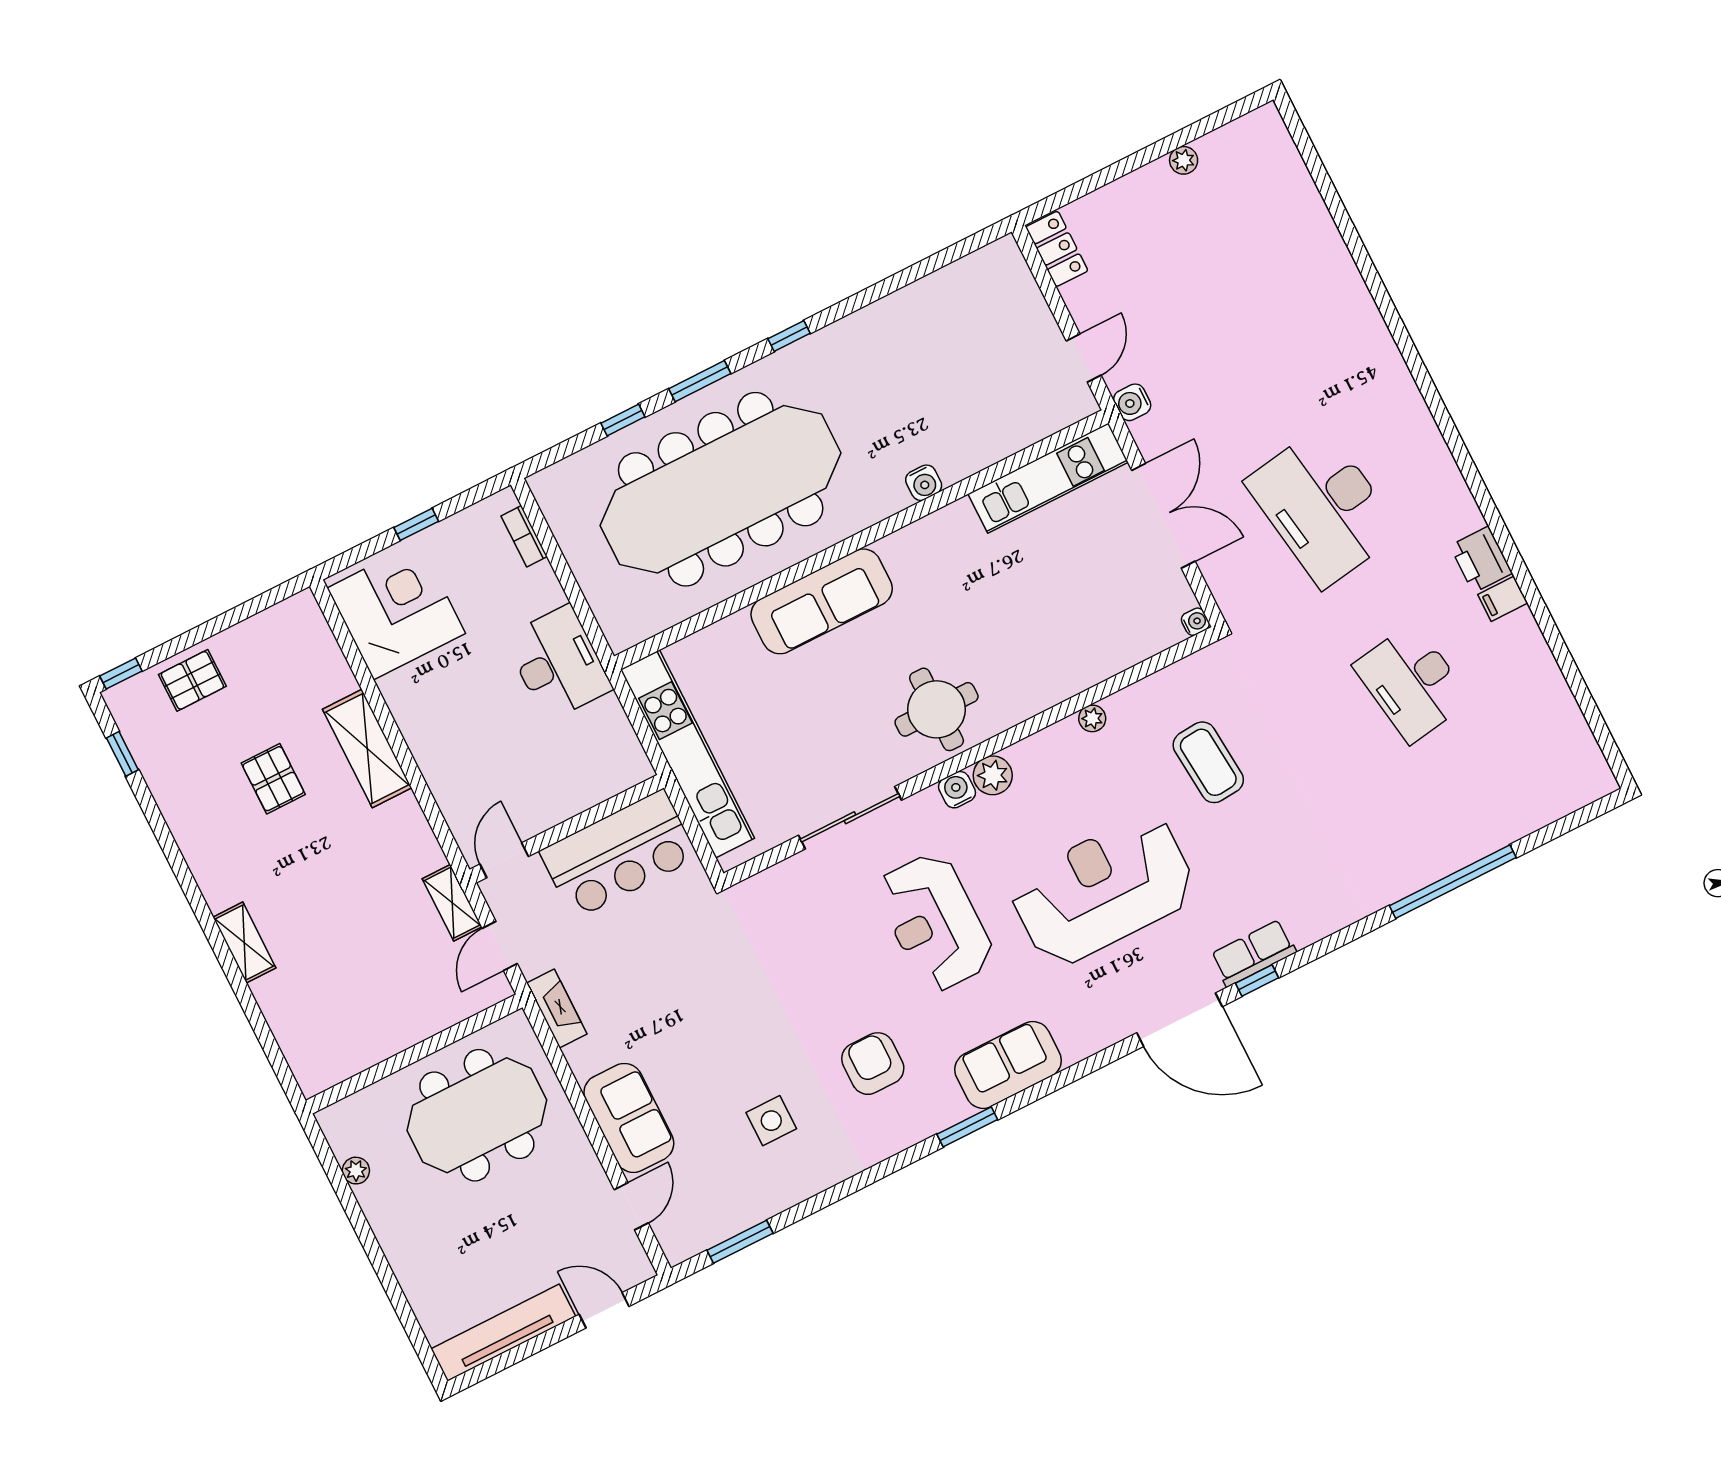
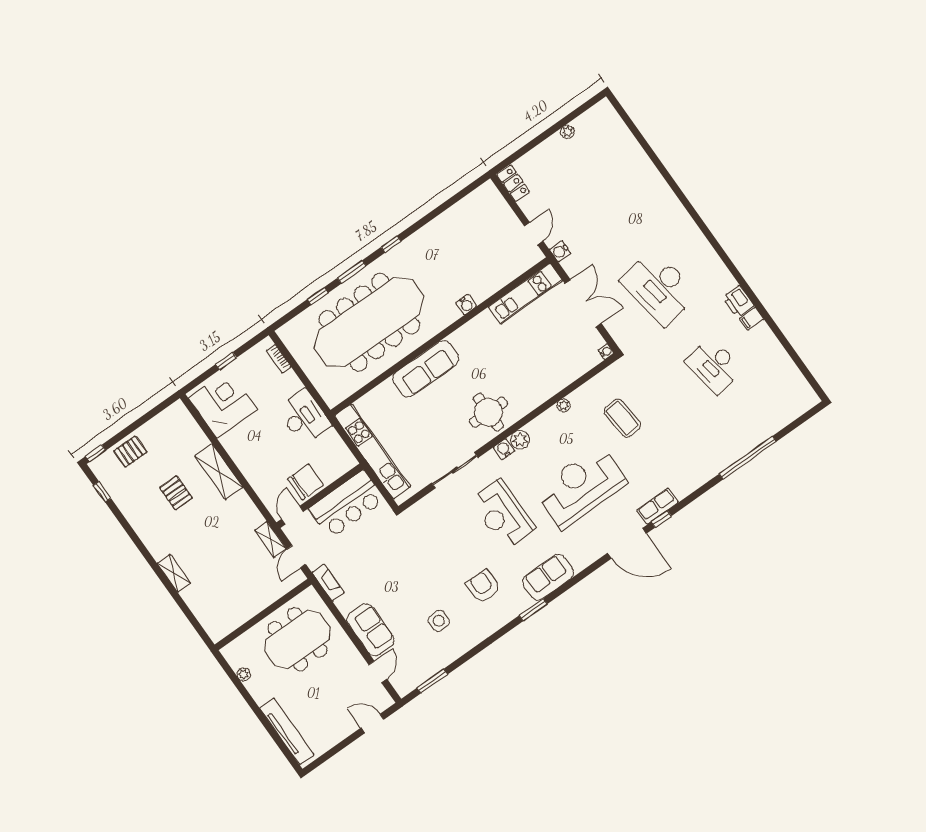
chair: (541, 796) -> (305, 482), added
tv unit: (503, 1333) -> (287, 731), moved, turned 90

